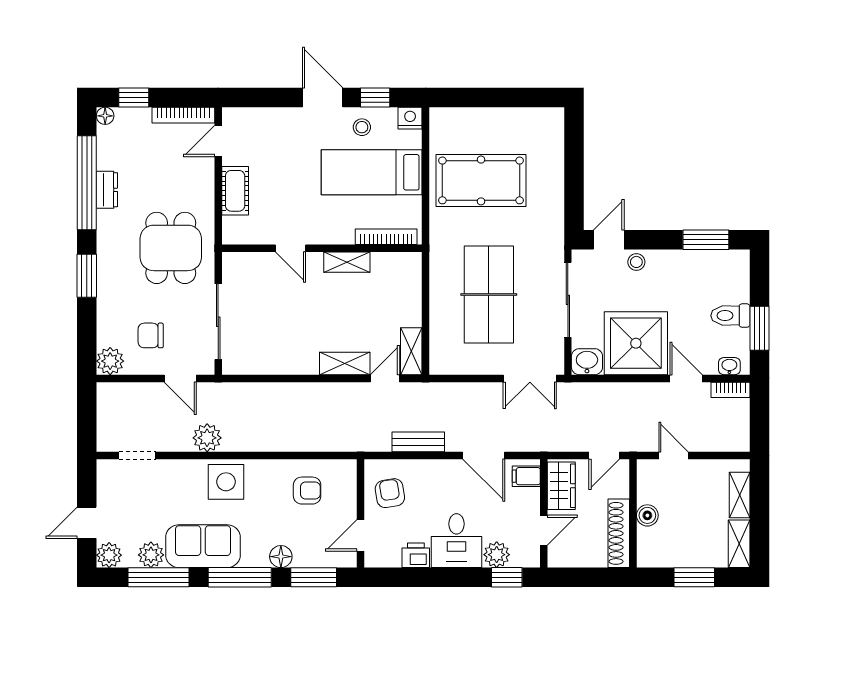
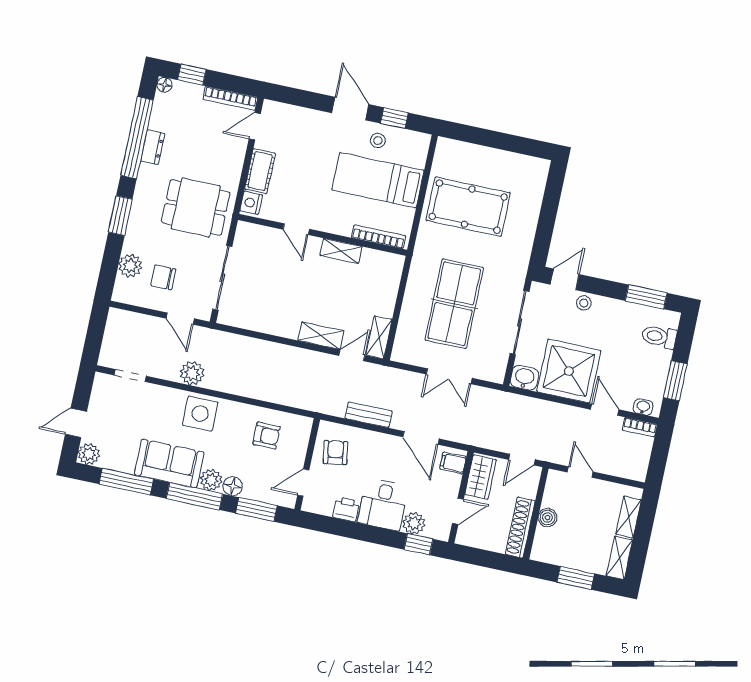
nightstand: (410, 118) -> (251, 203), moved, turned -90
dining table: (171, 248) -> (196, 207), turned 90
toilet: (730, 316) -> (659, 337), moved
plant: (110, 361) -> (130, 266), moved
double door: (530, 378) -> (449, 376), moved
plant: (151, 555) -> (211, 480), moved

